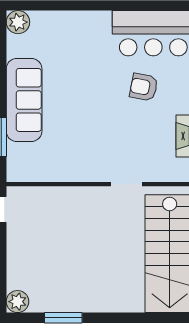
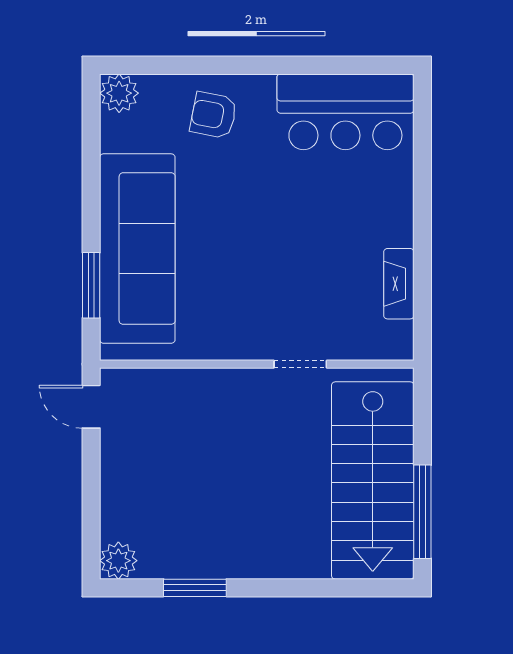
armchair: (144, 87) -> (213, 115), moved
sofa: (24, 100) -> (137, 249), width x1.36, depth x1.27

